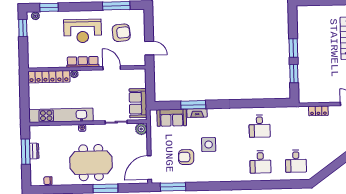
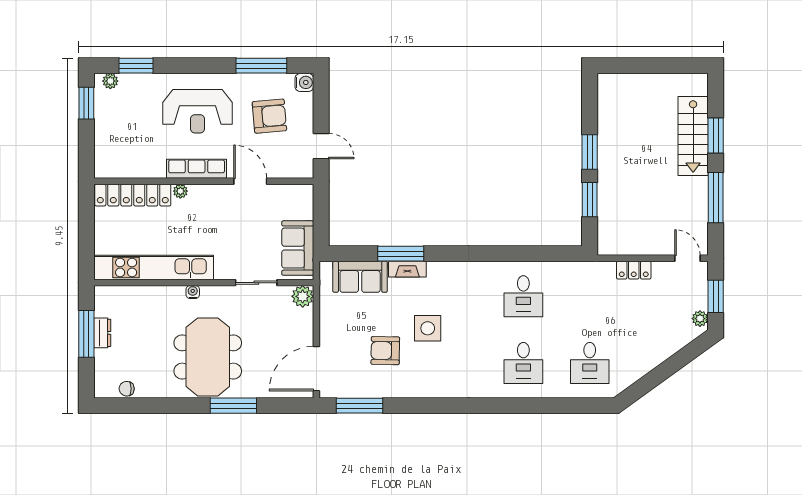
water cooler: (139, 14) -> (304, 82), added
meeting table: (91, 163) -> (208, 357), turned 90

